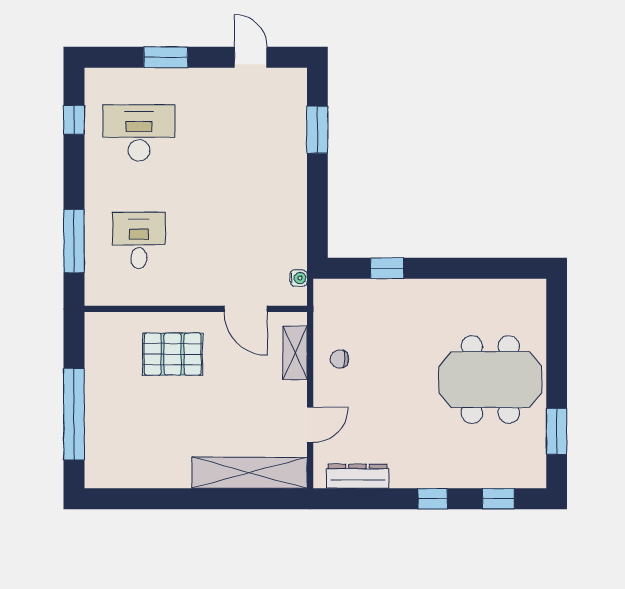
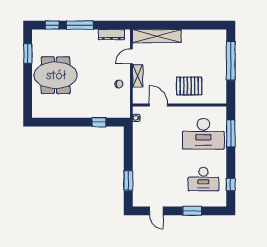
desk: (139, 240) -> (203, 134), width x1.87, depth x1.30
shelving: (295, 353) -> (138, 76), moved
window: (433, 499) -> (80, 25), width x2.17

